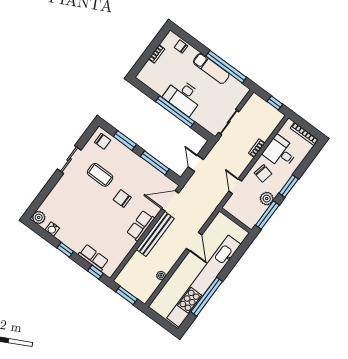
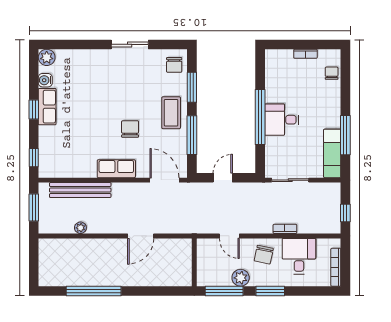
window: (226, 67) -> (345, 135), width x0.68
exam couch: (211, 68) -> (332, 153), moved
desk: (183, 97) -> (282, 120), width x0.73
coffee table: (100, 175) -> (171, 113), moved
door: (235, 186) -> (229, 236), swing flipped
bench: (155, 234) -> (80, 190), moved
row of seats: (93, 258) -> (47, 107), moved
kitchen unit: (204, 281) -> (107, 276), removed

